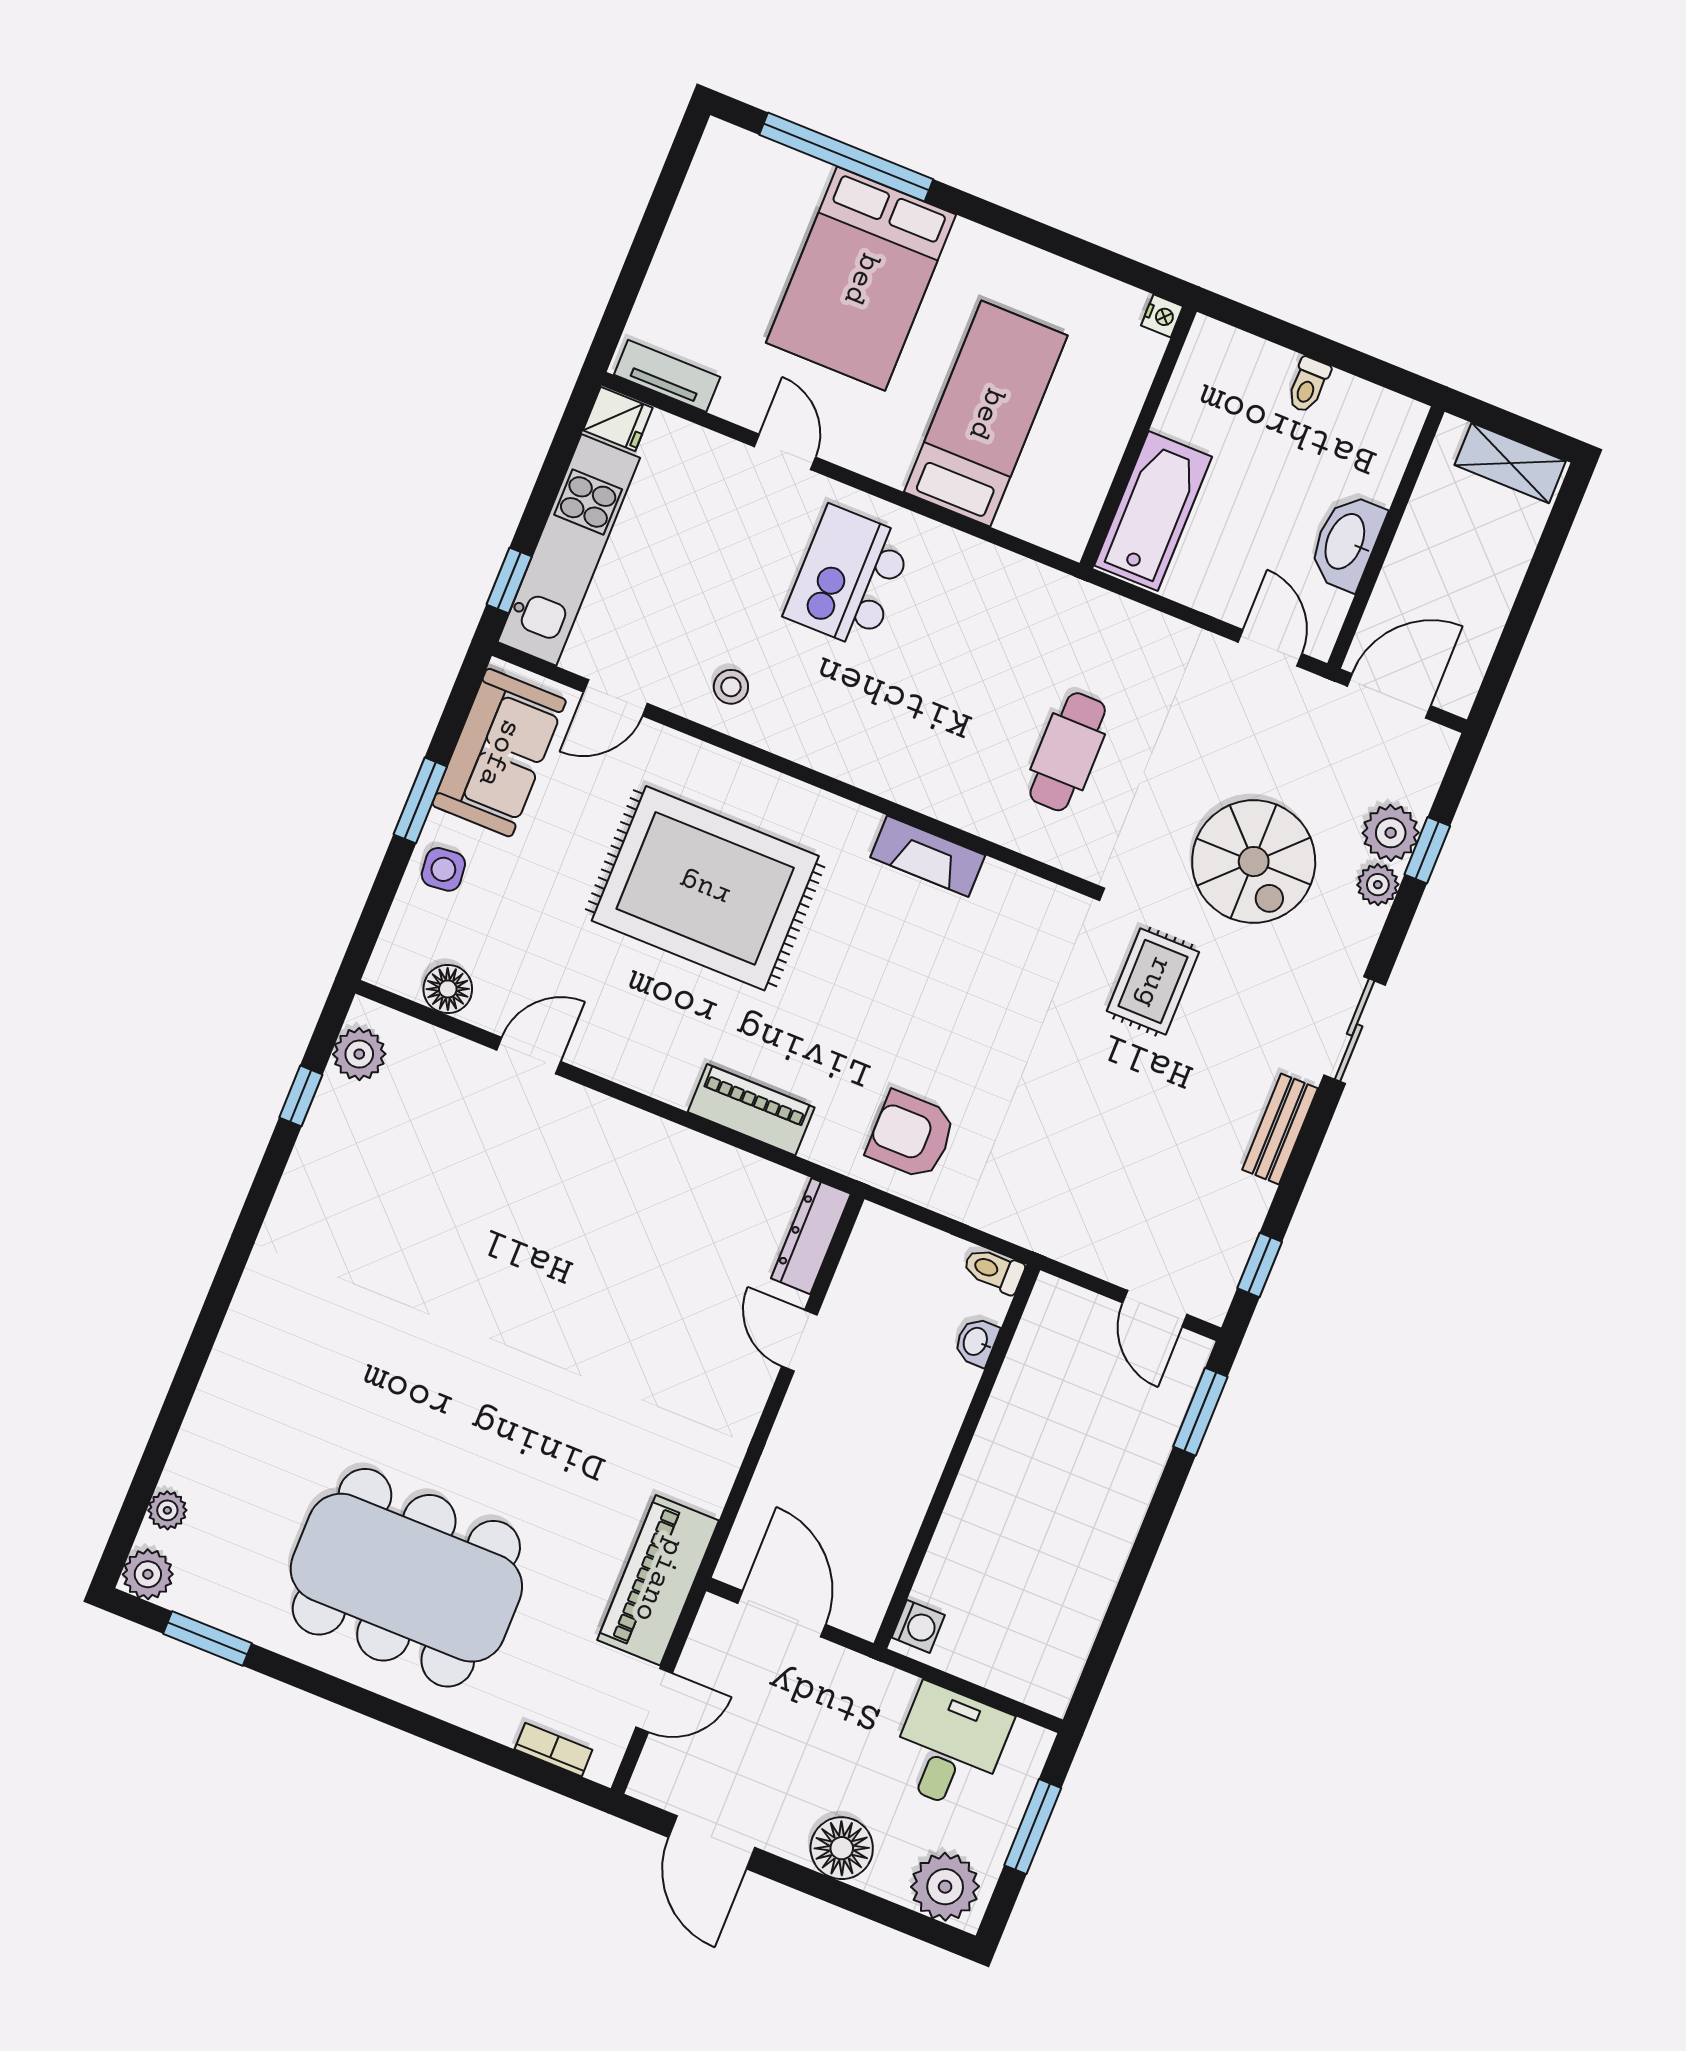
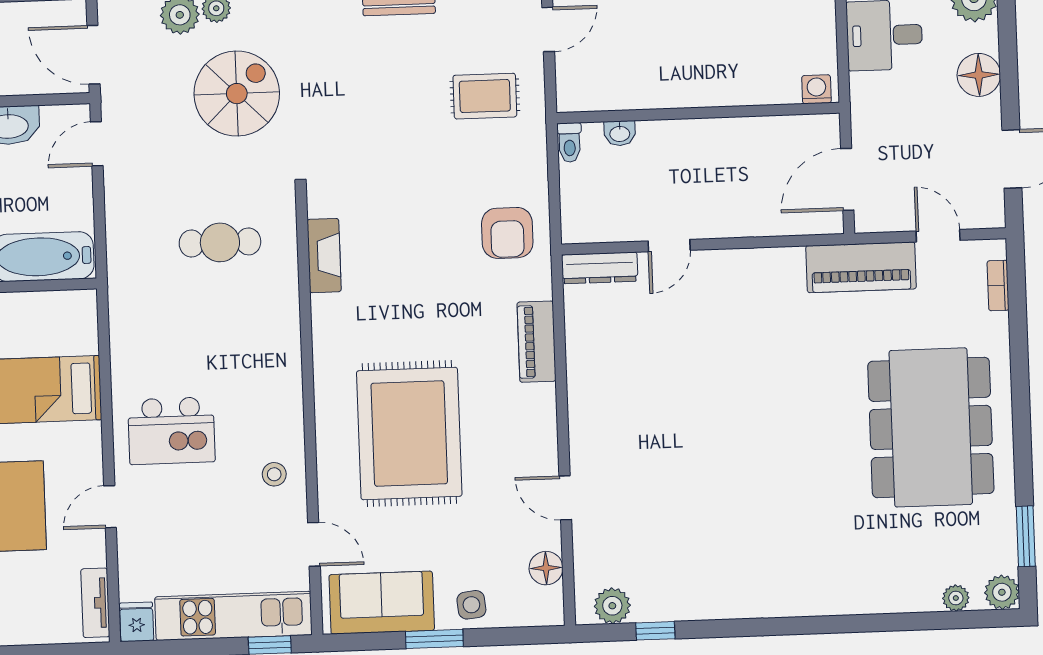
fireplace: (928, 856) -> (324, 256), moved
rug: (1153, 982) -> (485, 96), moved

